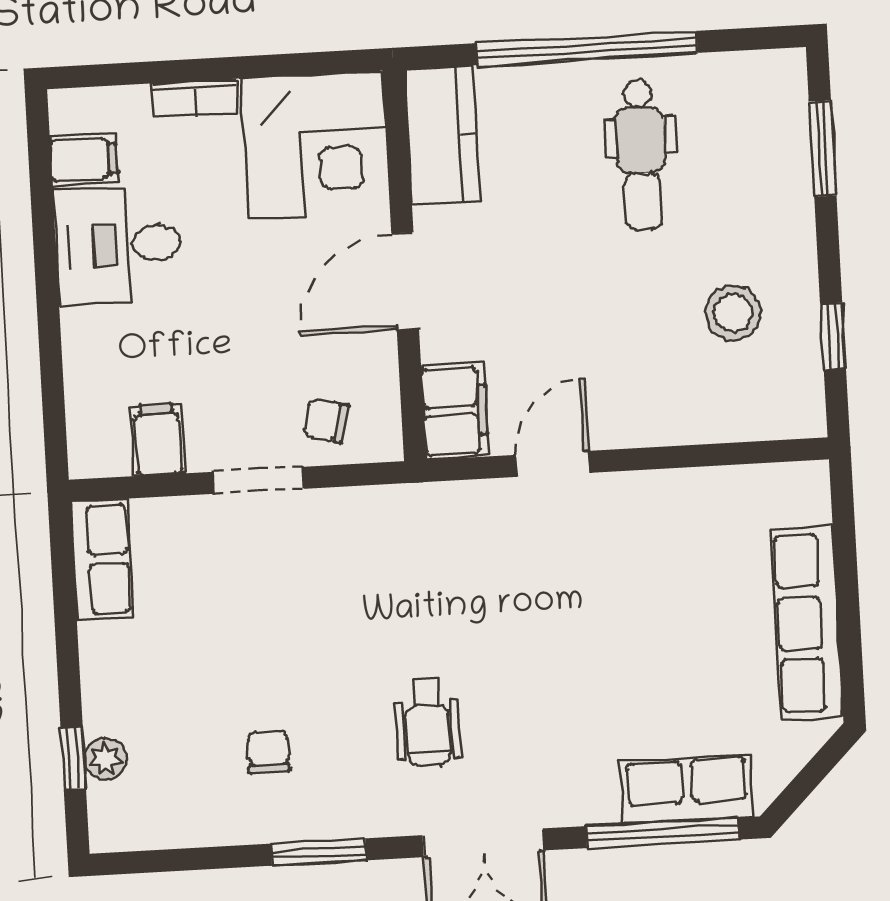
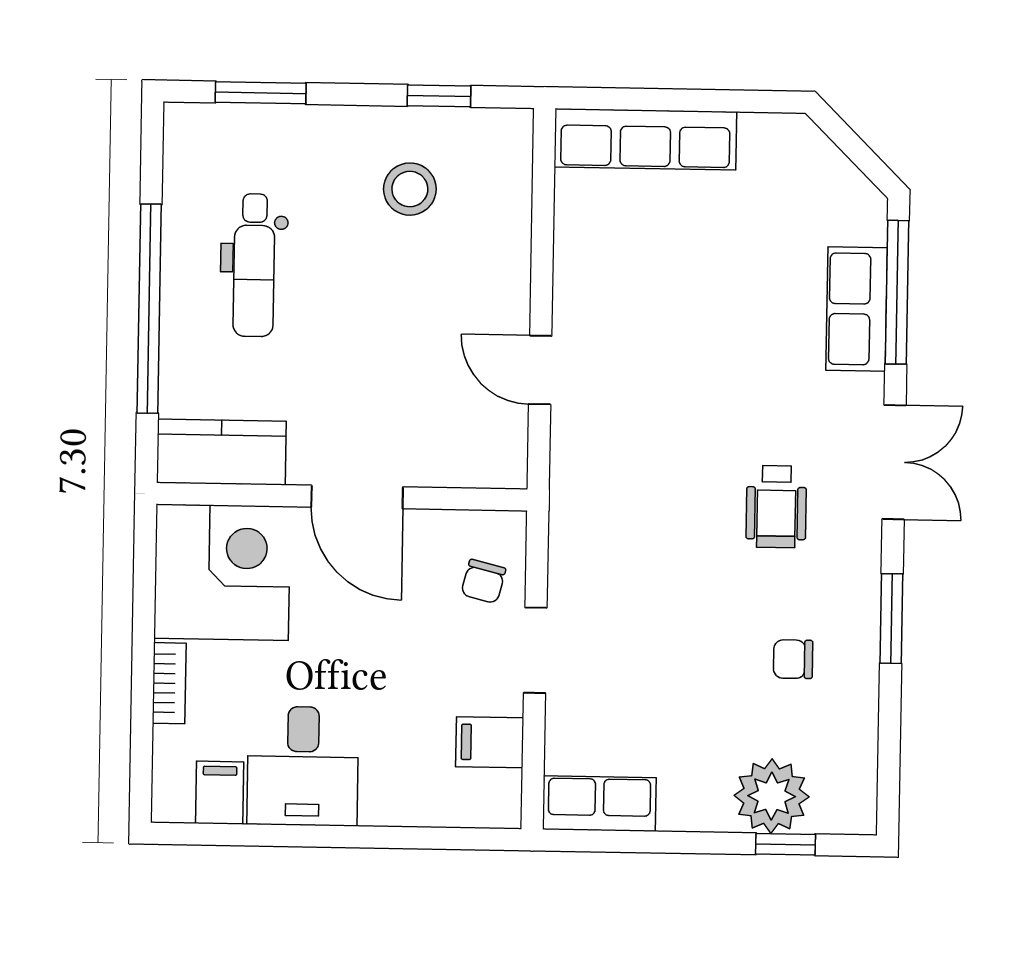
dental chair: (641, 155) -> (254, 265), turned 90
filing cabinet: (455, 411) -> (483, 459), removed
row of seats: (807, 623) -> (645, 139), moved
wheelchair: (427, 722) -> (776, 507), turned 90
plant: (105, 759) -> (772, 796), width x1.88, depth x1.88
row of seats: (687, 789) -> (857, 309), moved

